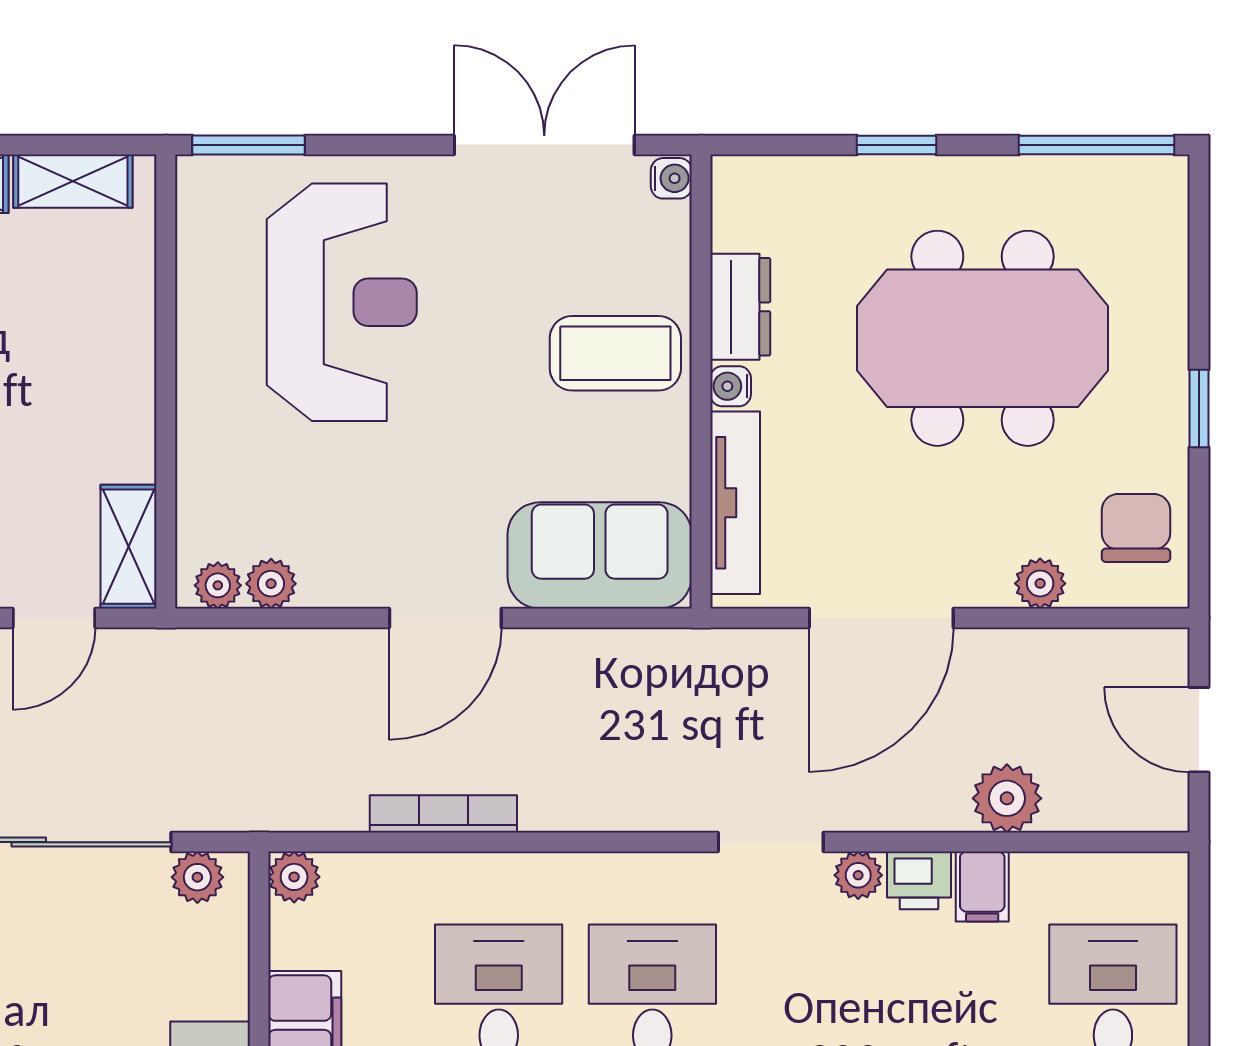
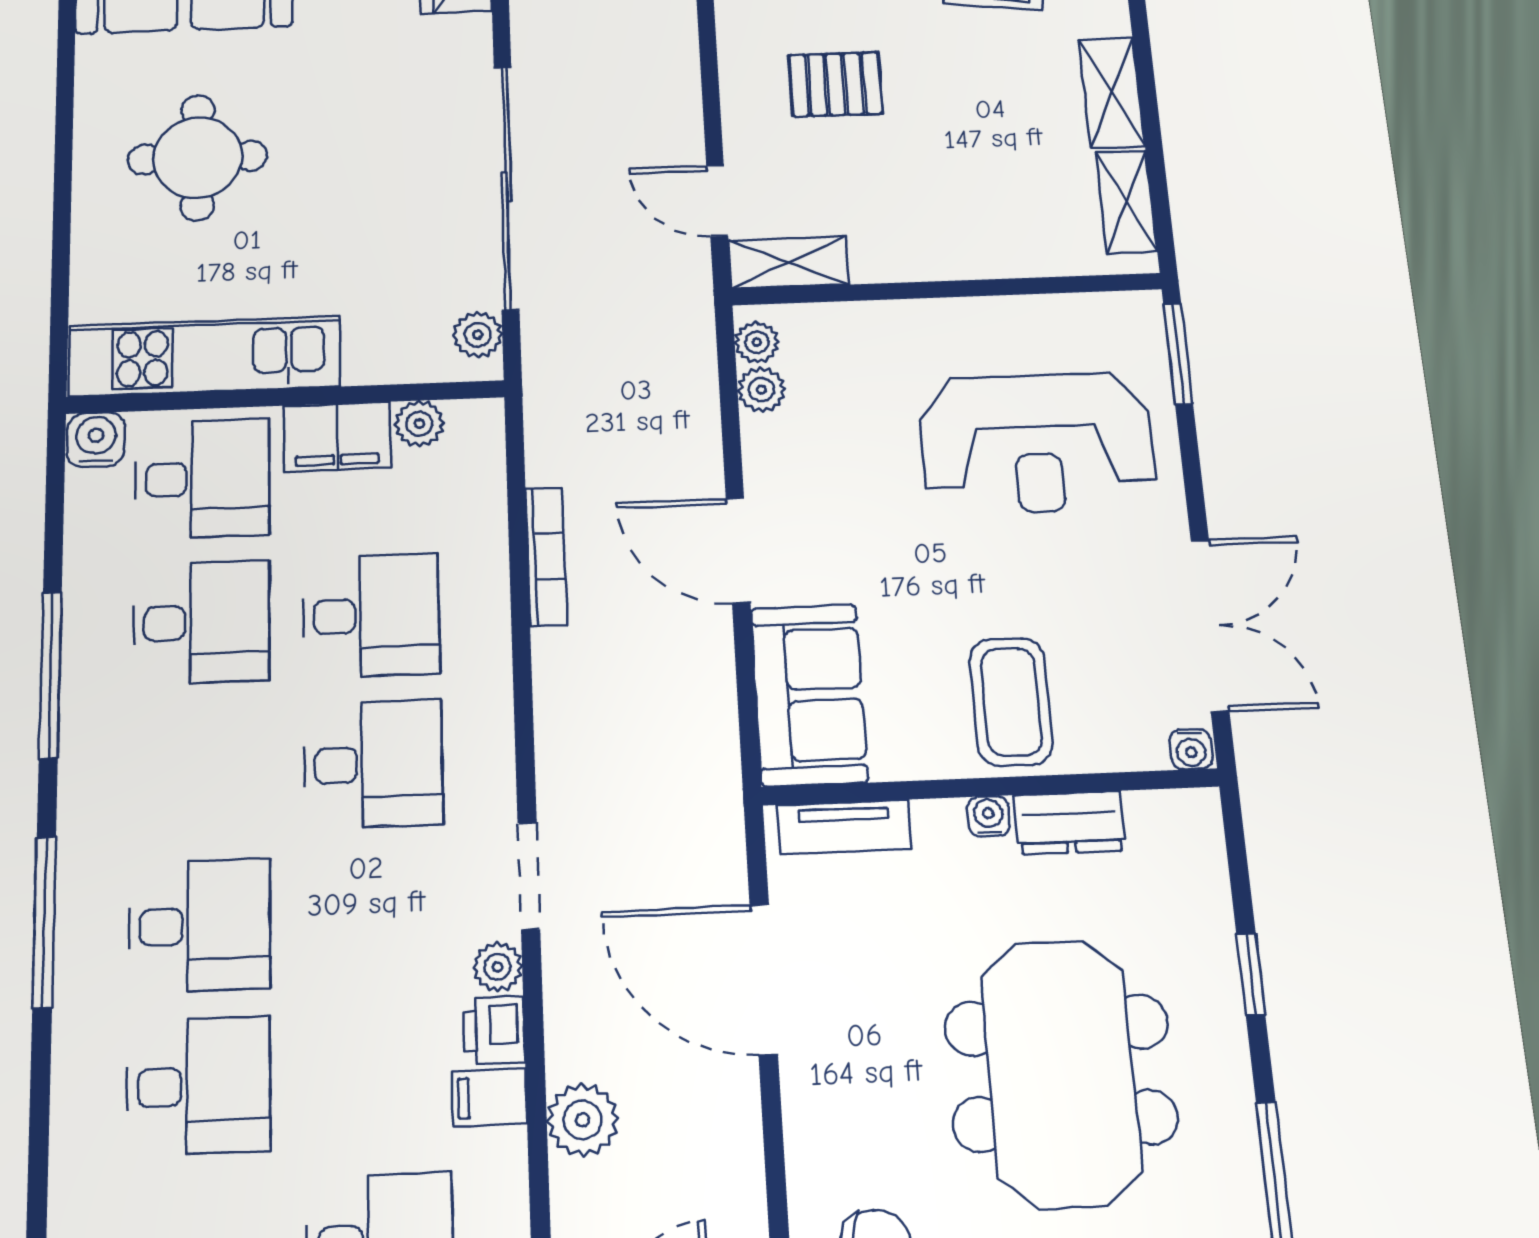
tv unit: (735, 503) -> (844, 827), width x0.71
plant: (1040, 583) -> (810, 1146), removed
plant: (294, 877) -> (419, 424), moved

